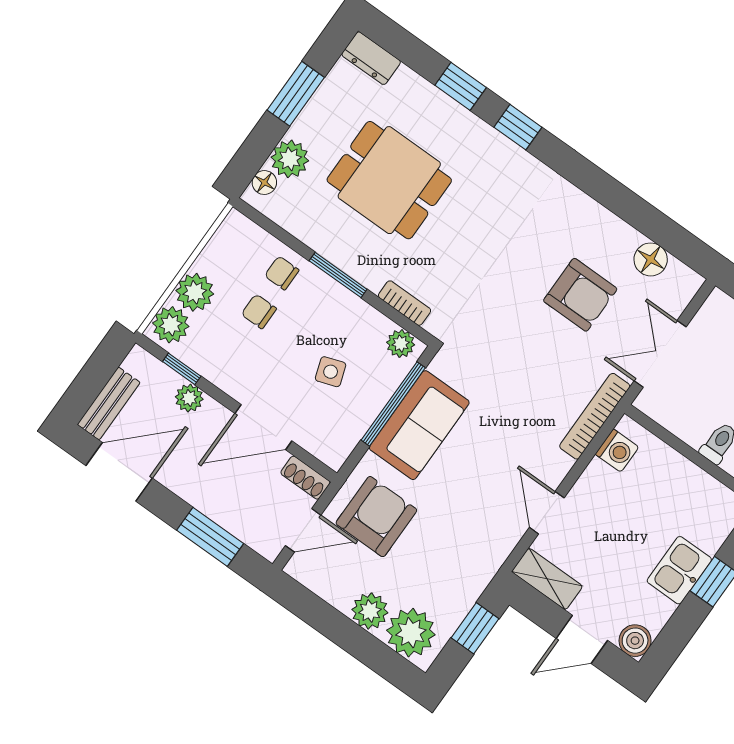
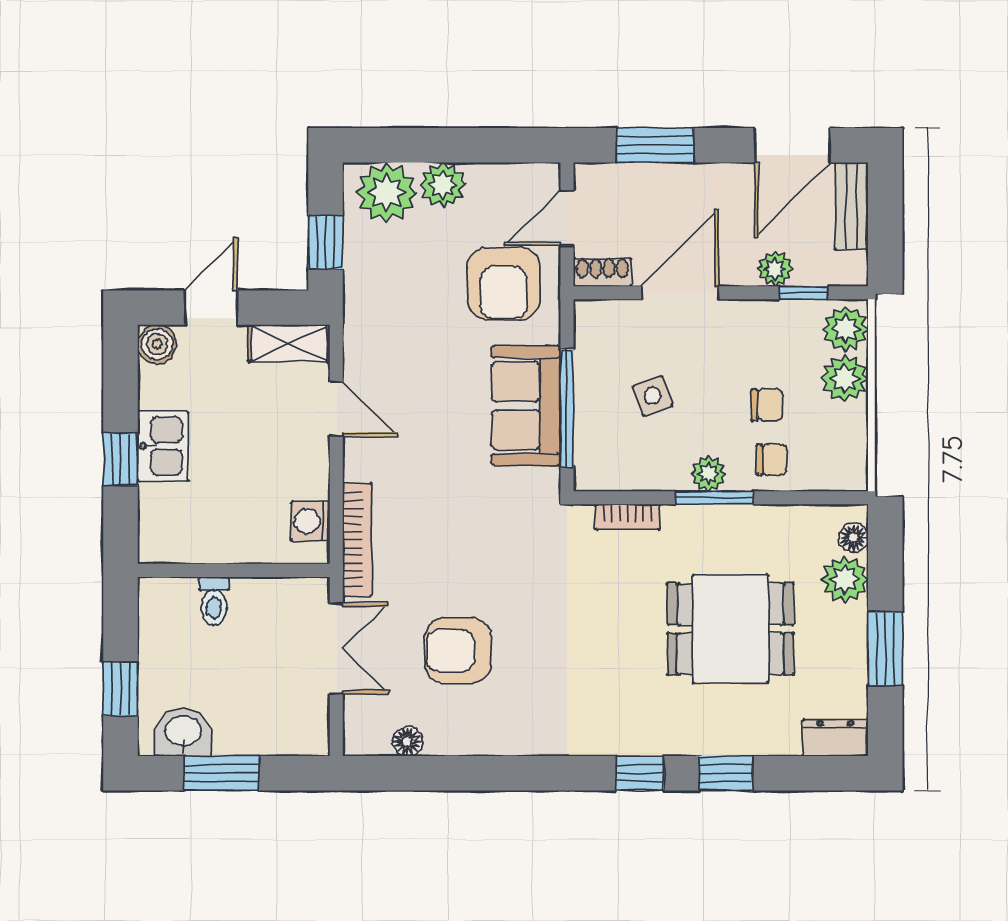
floor lamp: (651, 259) -> (407, 741), width x0.73, depth x0.73
plant: (401, 344) -> (709, 474), moved

